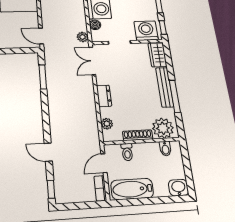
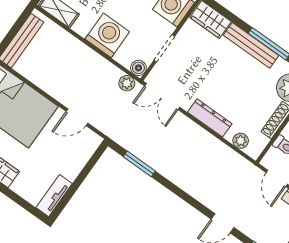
boiler: (95, 25) -> (138, 68), moved
door: (41, 36) -> (77, 117), moved
dresser: (104, 96) -> (210, 118), width x1.44

